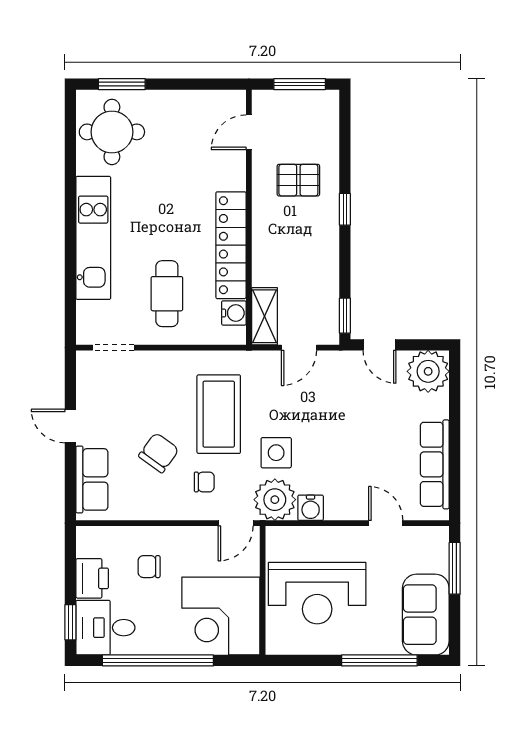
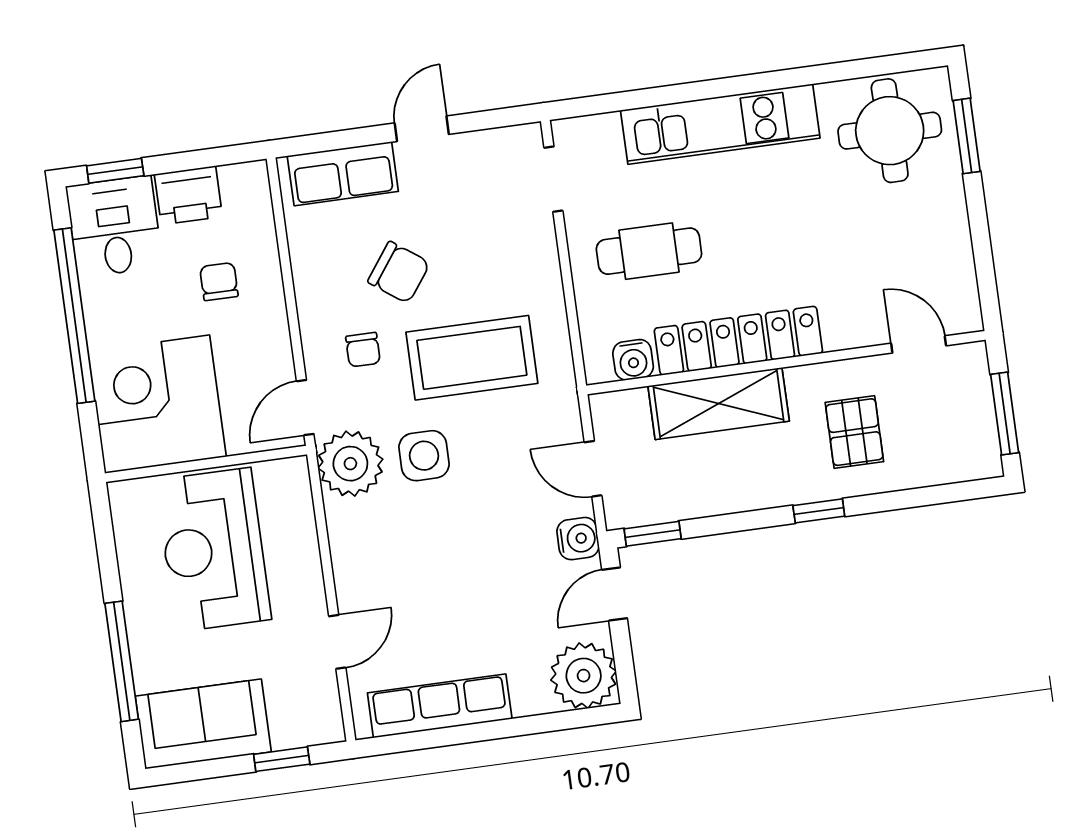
shelving: (264, 316) -> (719, 404), moved, width x1.50, depth x1.33
water cooler: (311, 508) -> (578, 539), moved, turned 180
door: (236, 523) -> (305, 408), hinge flipped
window: (455, 568) -> (282, 759), width x0.67

